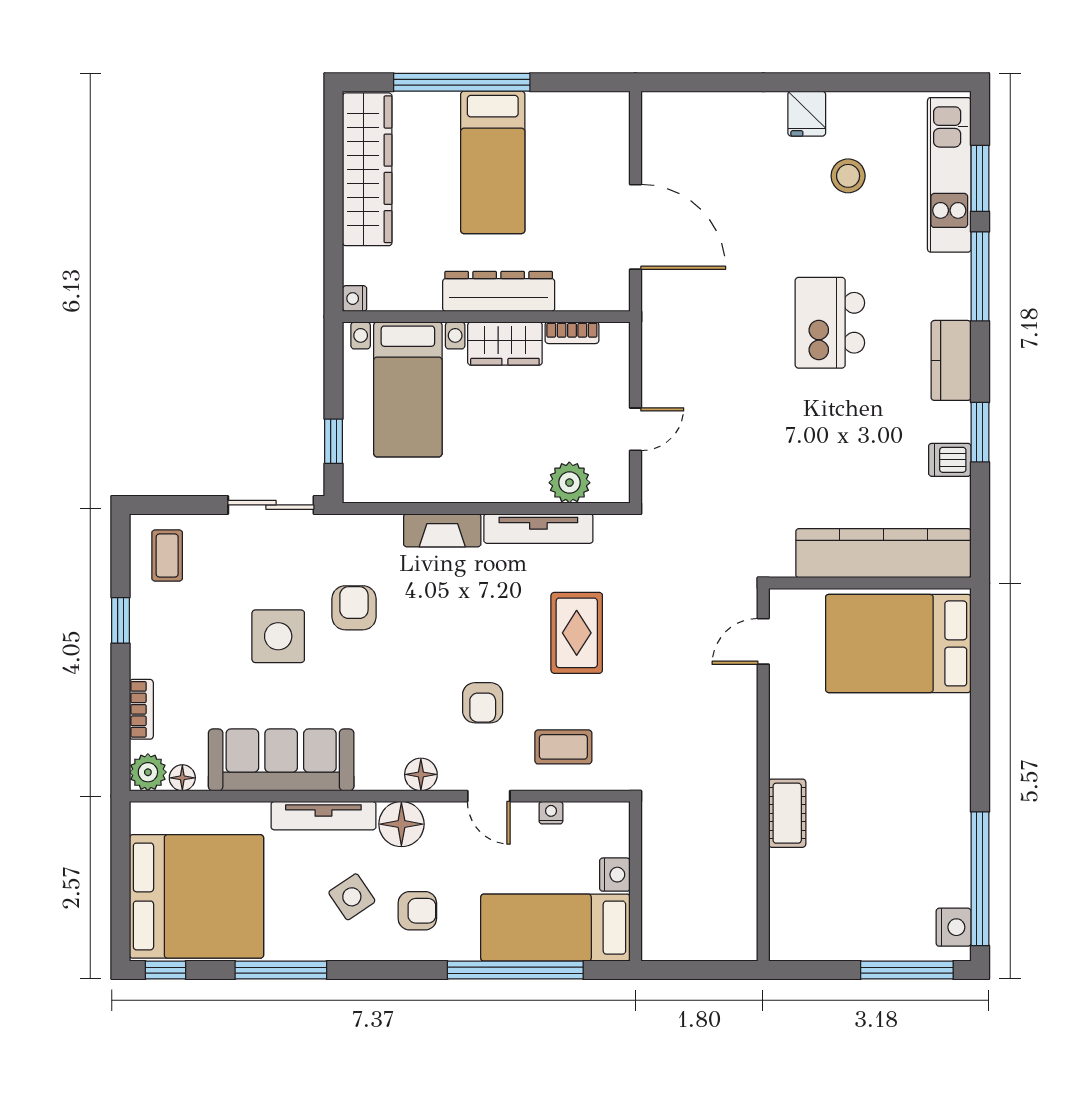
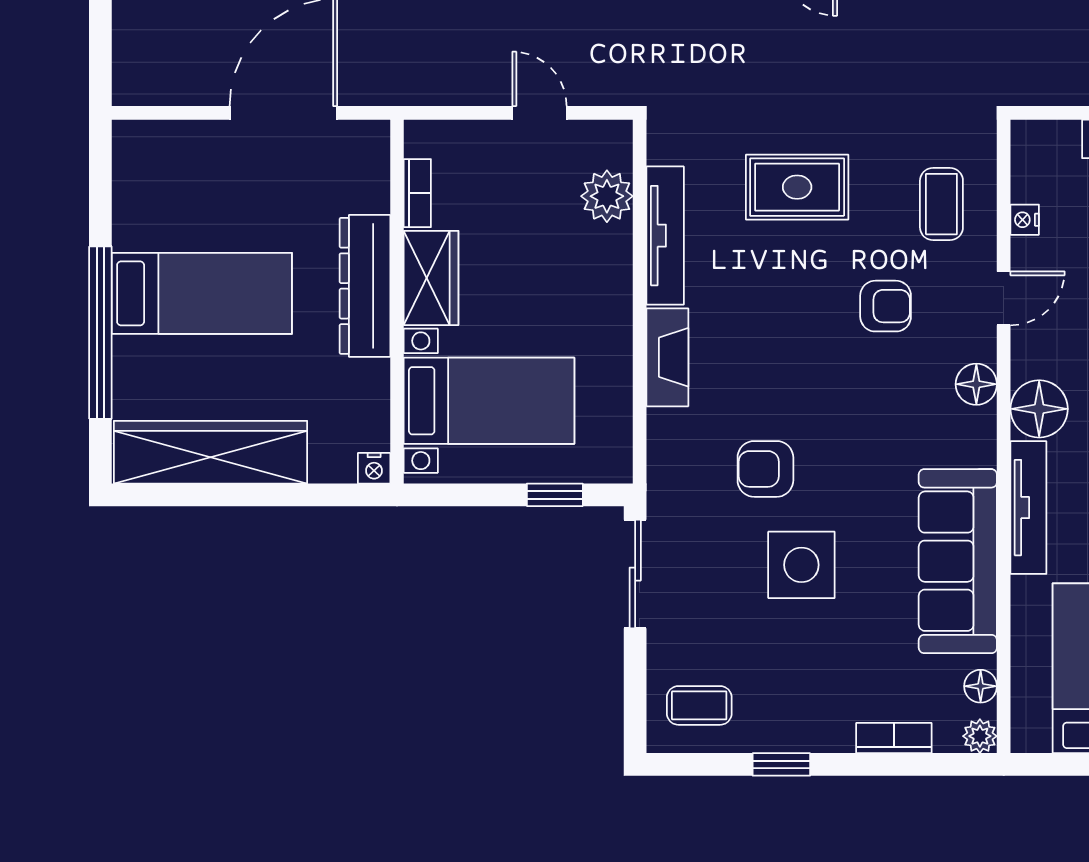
plant: (148, 772) -> (980, 736), width x0.73, depth x0.73

